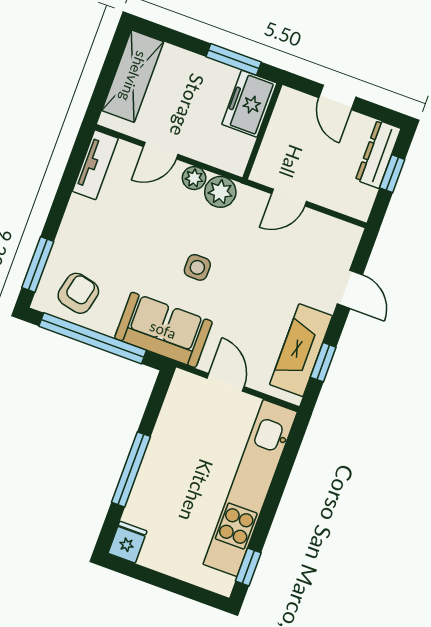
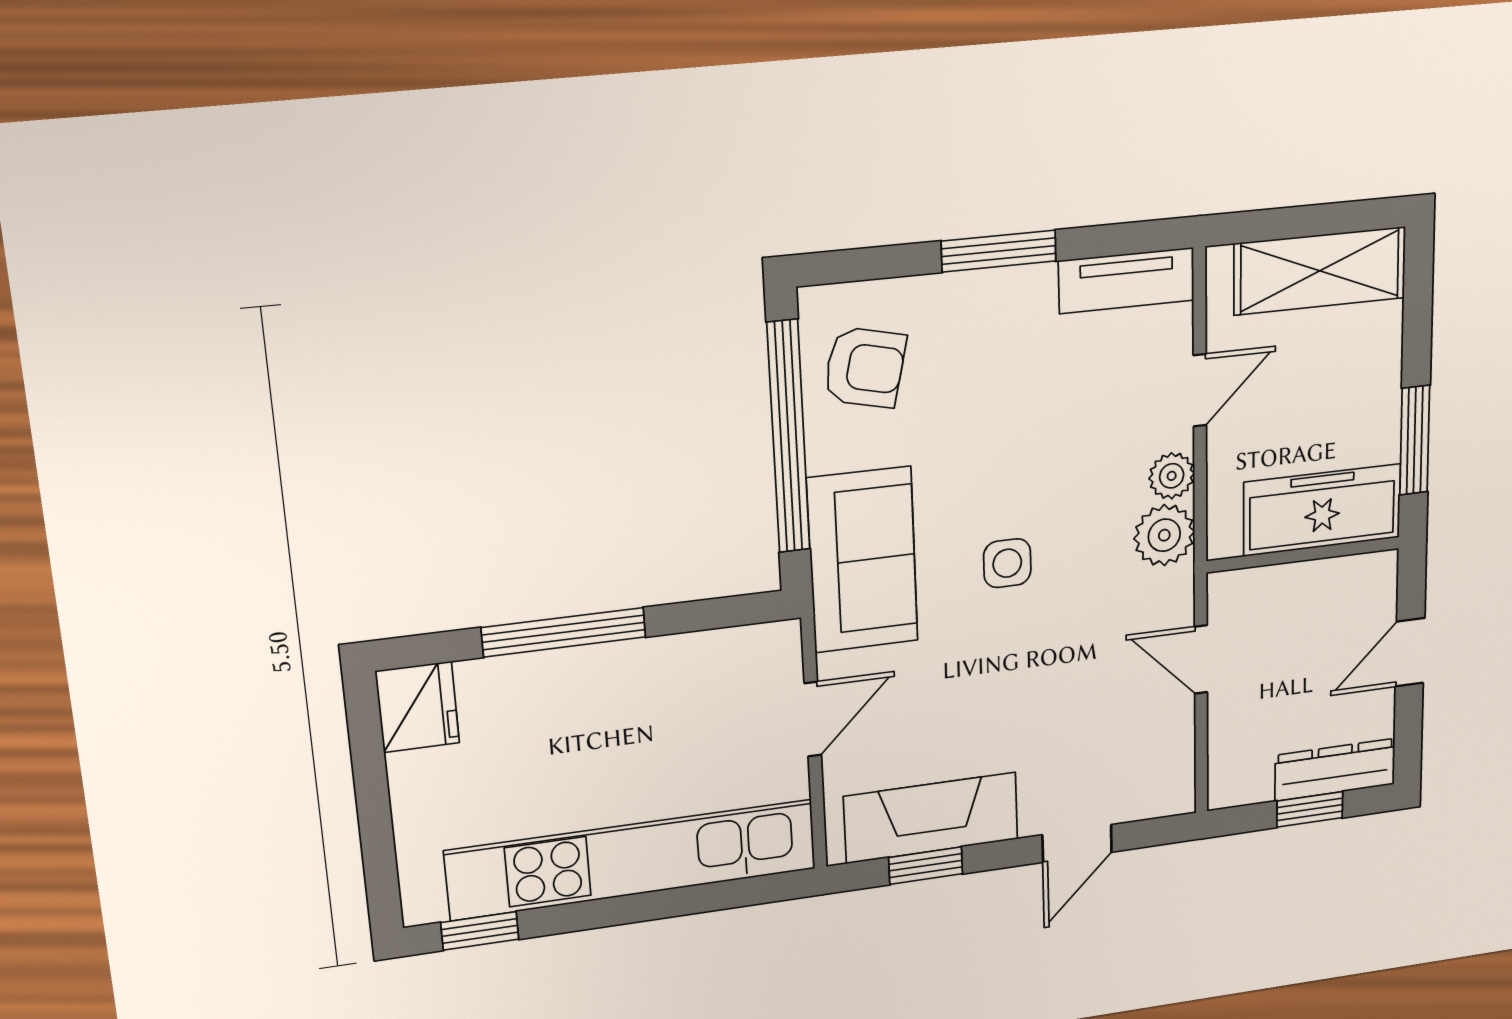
freezer: (249, 104) -> (1322, 510), width x1.40
door: (161, 151) -> (1200, 390), swing flipped
window: (38, 265) -> (999, 251), moved
fridge: (127, 542) -> (417, 707), width x1.38

